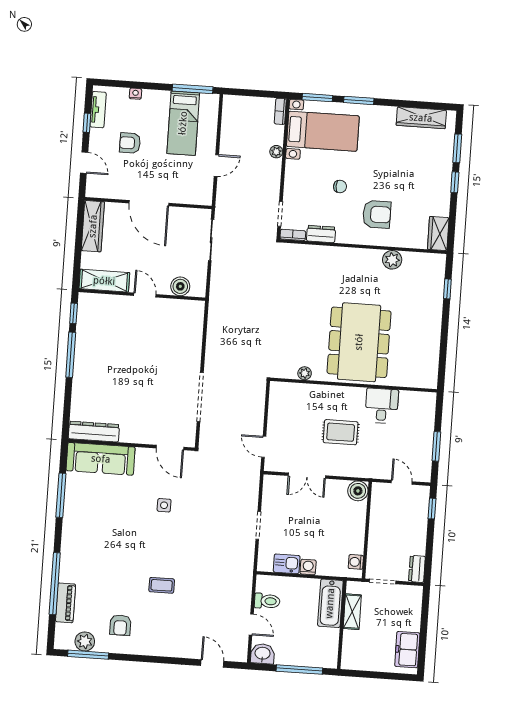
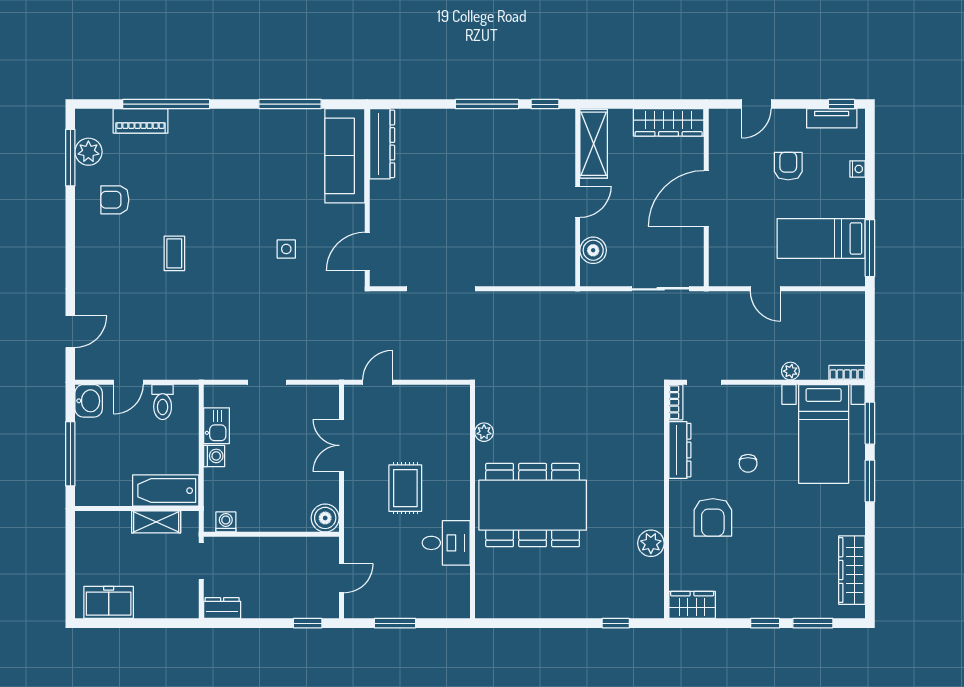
window: (87, 123) -> (841, 104), moved
dresser: (321, 234) -> (680, 450), width x1.44

